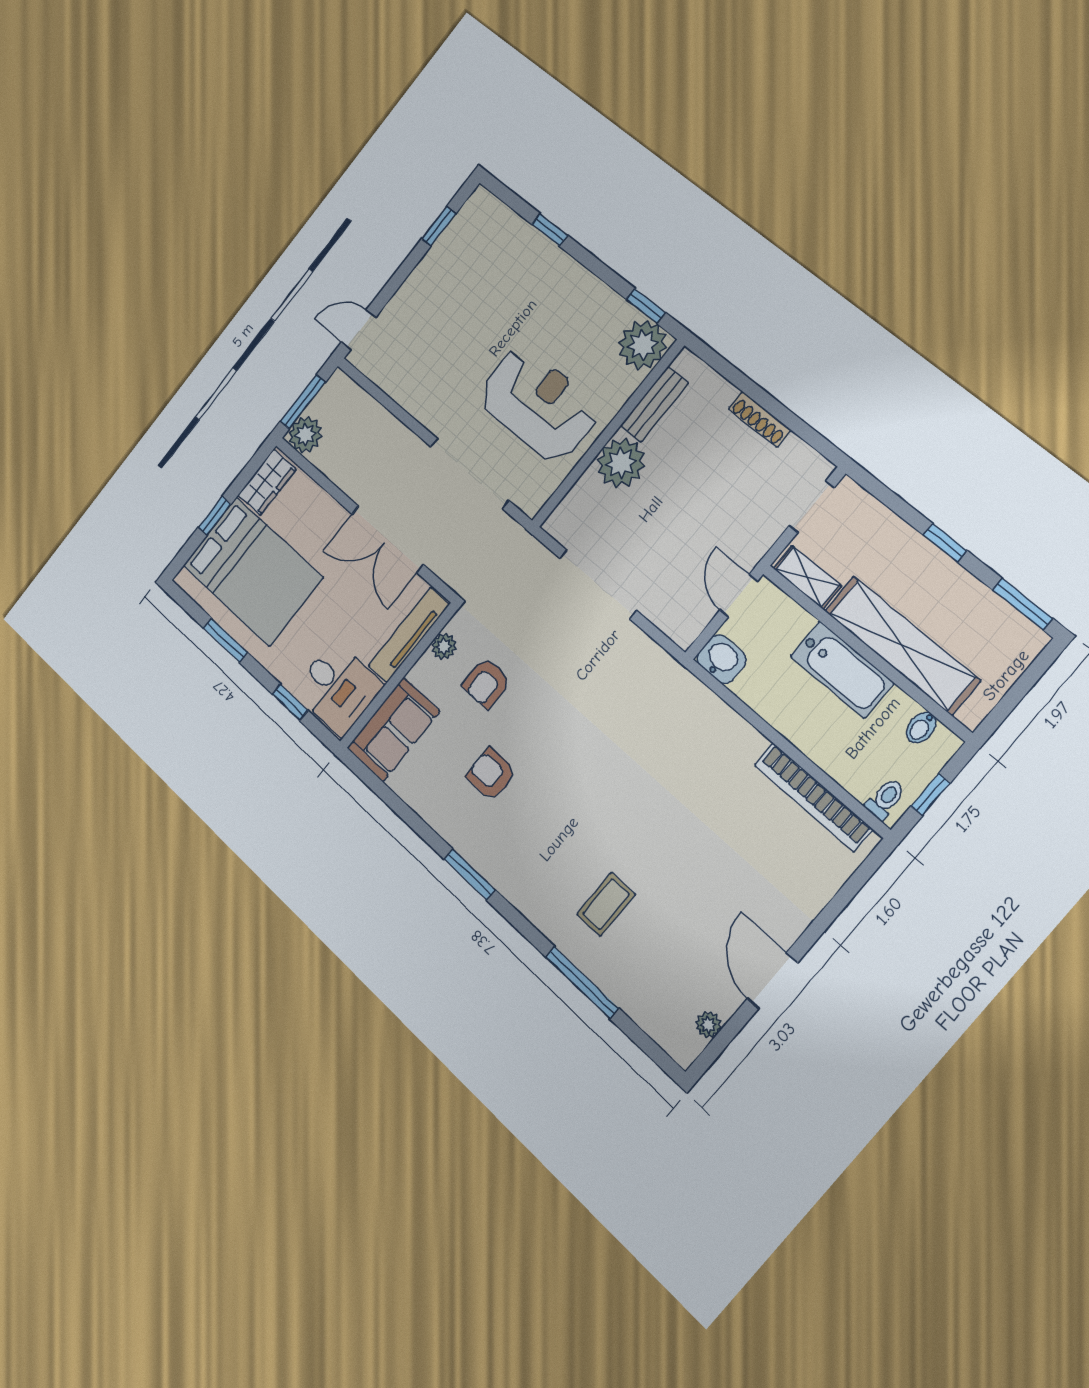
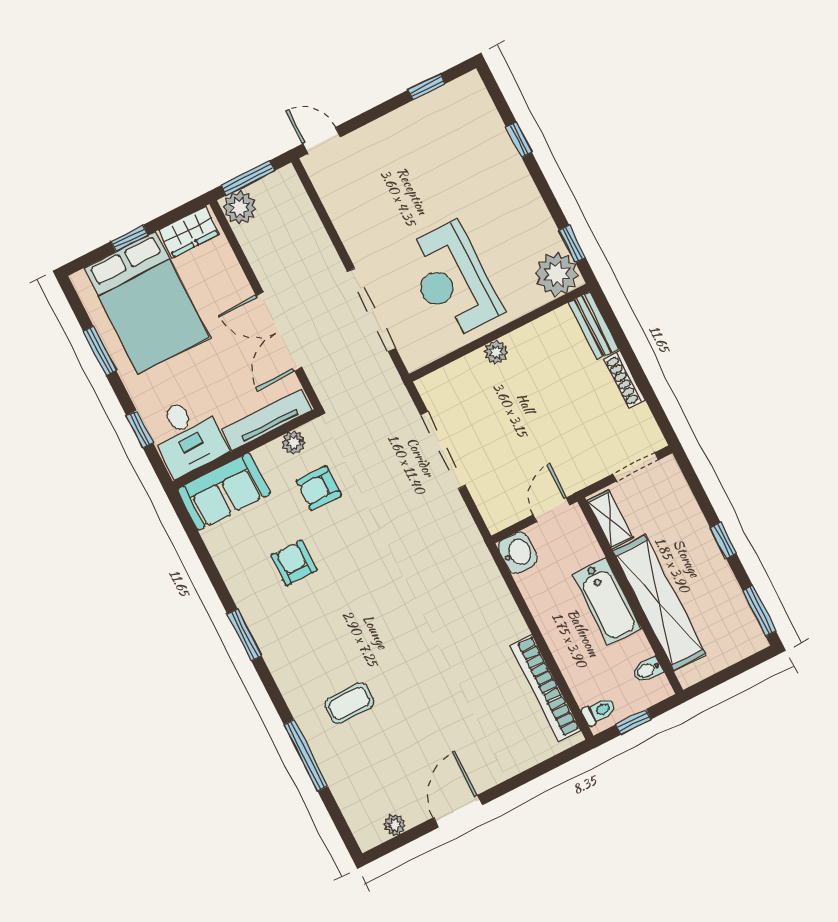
reception desk: (538, 404) -> (452, 281), turned 180
bench: (654, 404) -> (594, 326), moved, turned 90
plant: (621, 463) -> (496, 352), width x0.53, depth x0.53

